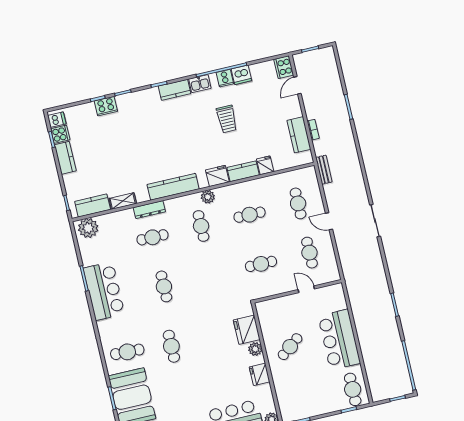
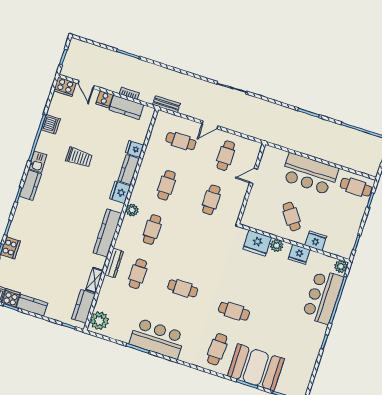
cooker: (225, 78) -> (104, 99), moved, turned 90
cafe table: (201, 226) -> (152, 230), turned 90
cafe table: (309, 253) -> (226, 156), turned 90
fridge: (281, 382) -> (316, 241), added

